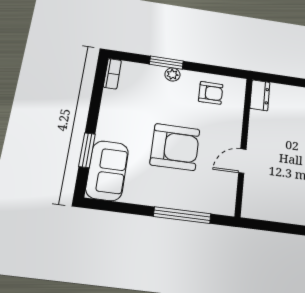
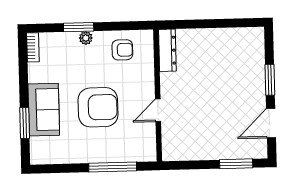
dresser: (260, 95) -> (167, 50), width x1.44
sofa: (107, 171) -> (44, 110), moved

